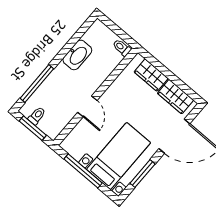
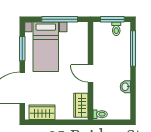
washbasin: (77, 55) -> (125, 87), width x0.52, depth x0.69
wardrobe: (151, 75) -> (81, 105), moved, turned -90
door: (87, 106) -> (90, 73), moved

